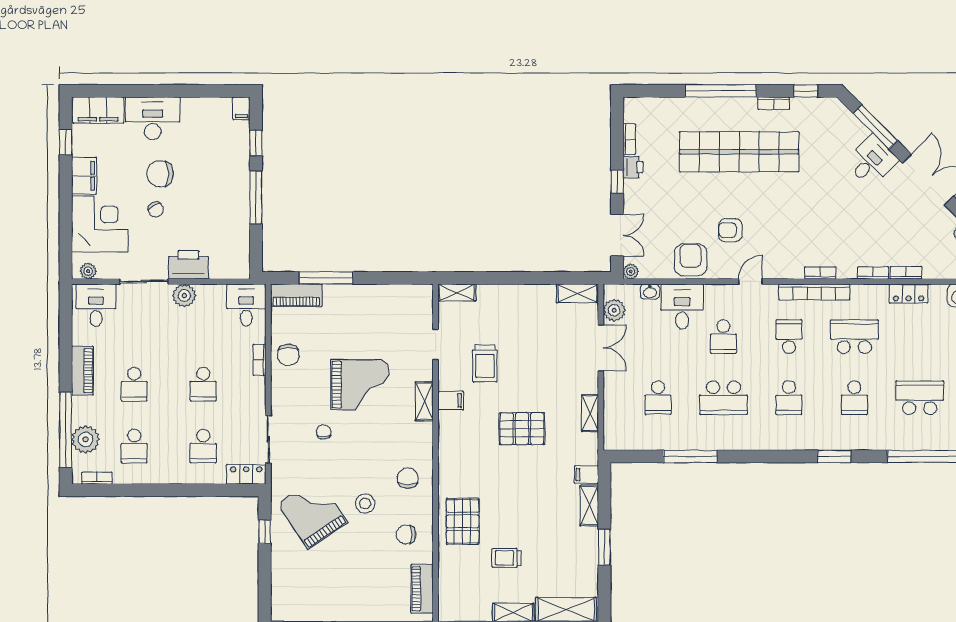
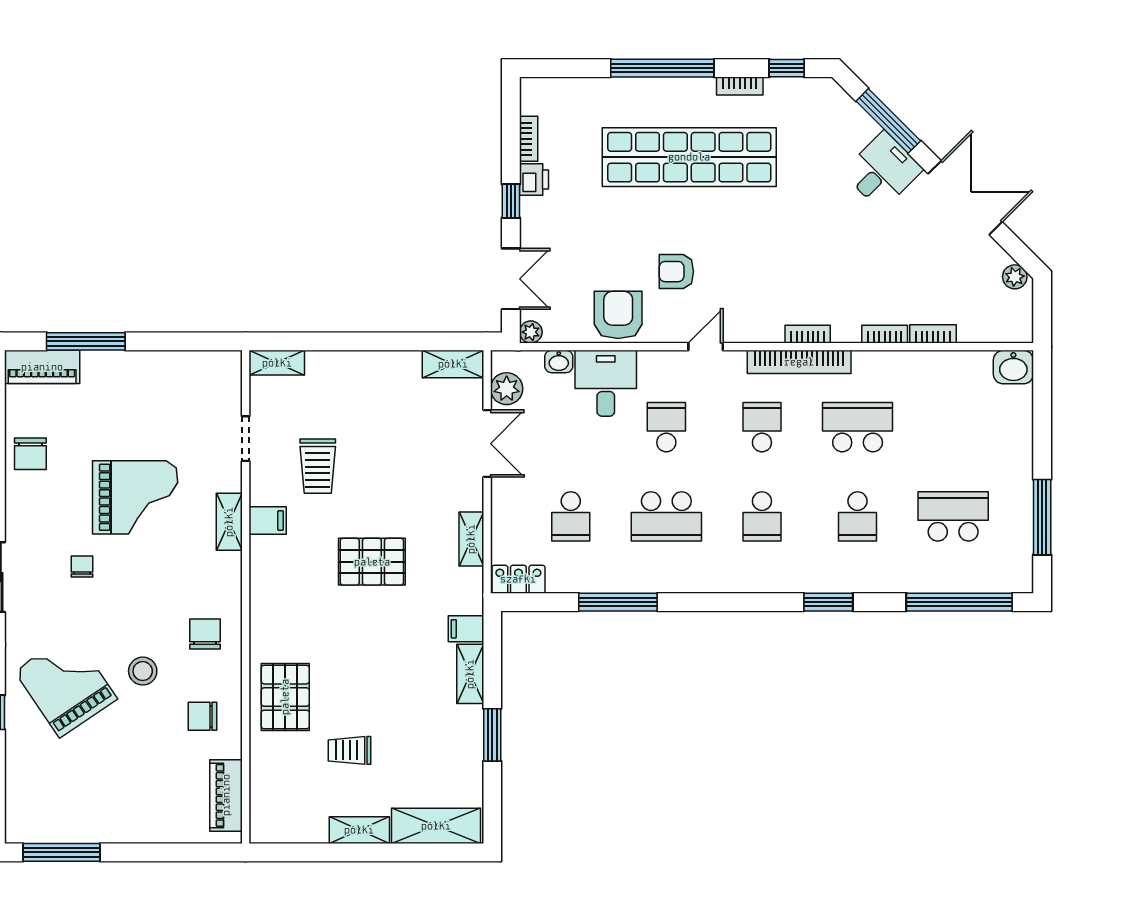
locker: (909, 294) -> (518, 579), moved, turned 180
school desk: (723, 337) -> (666, 427), turned 180

